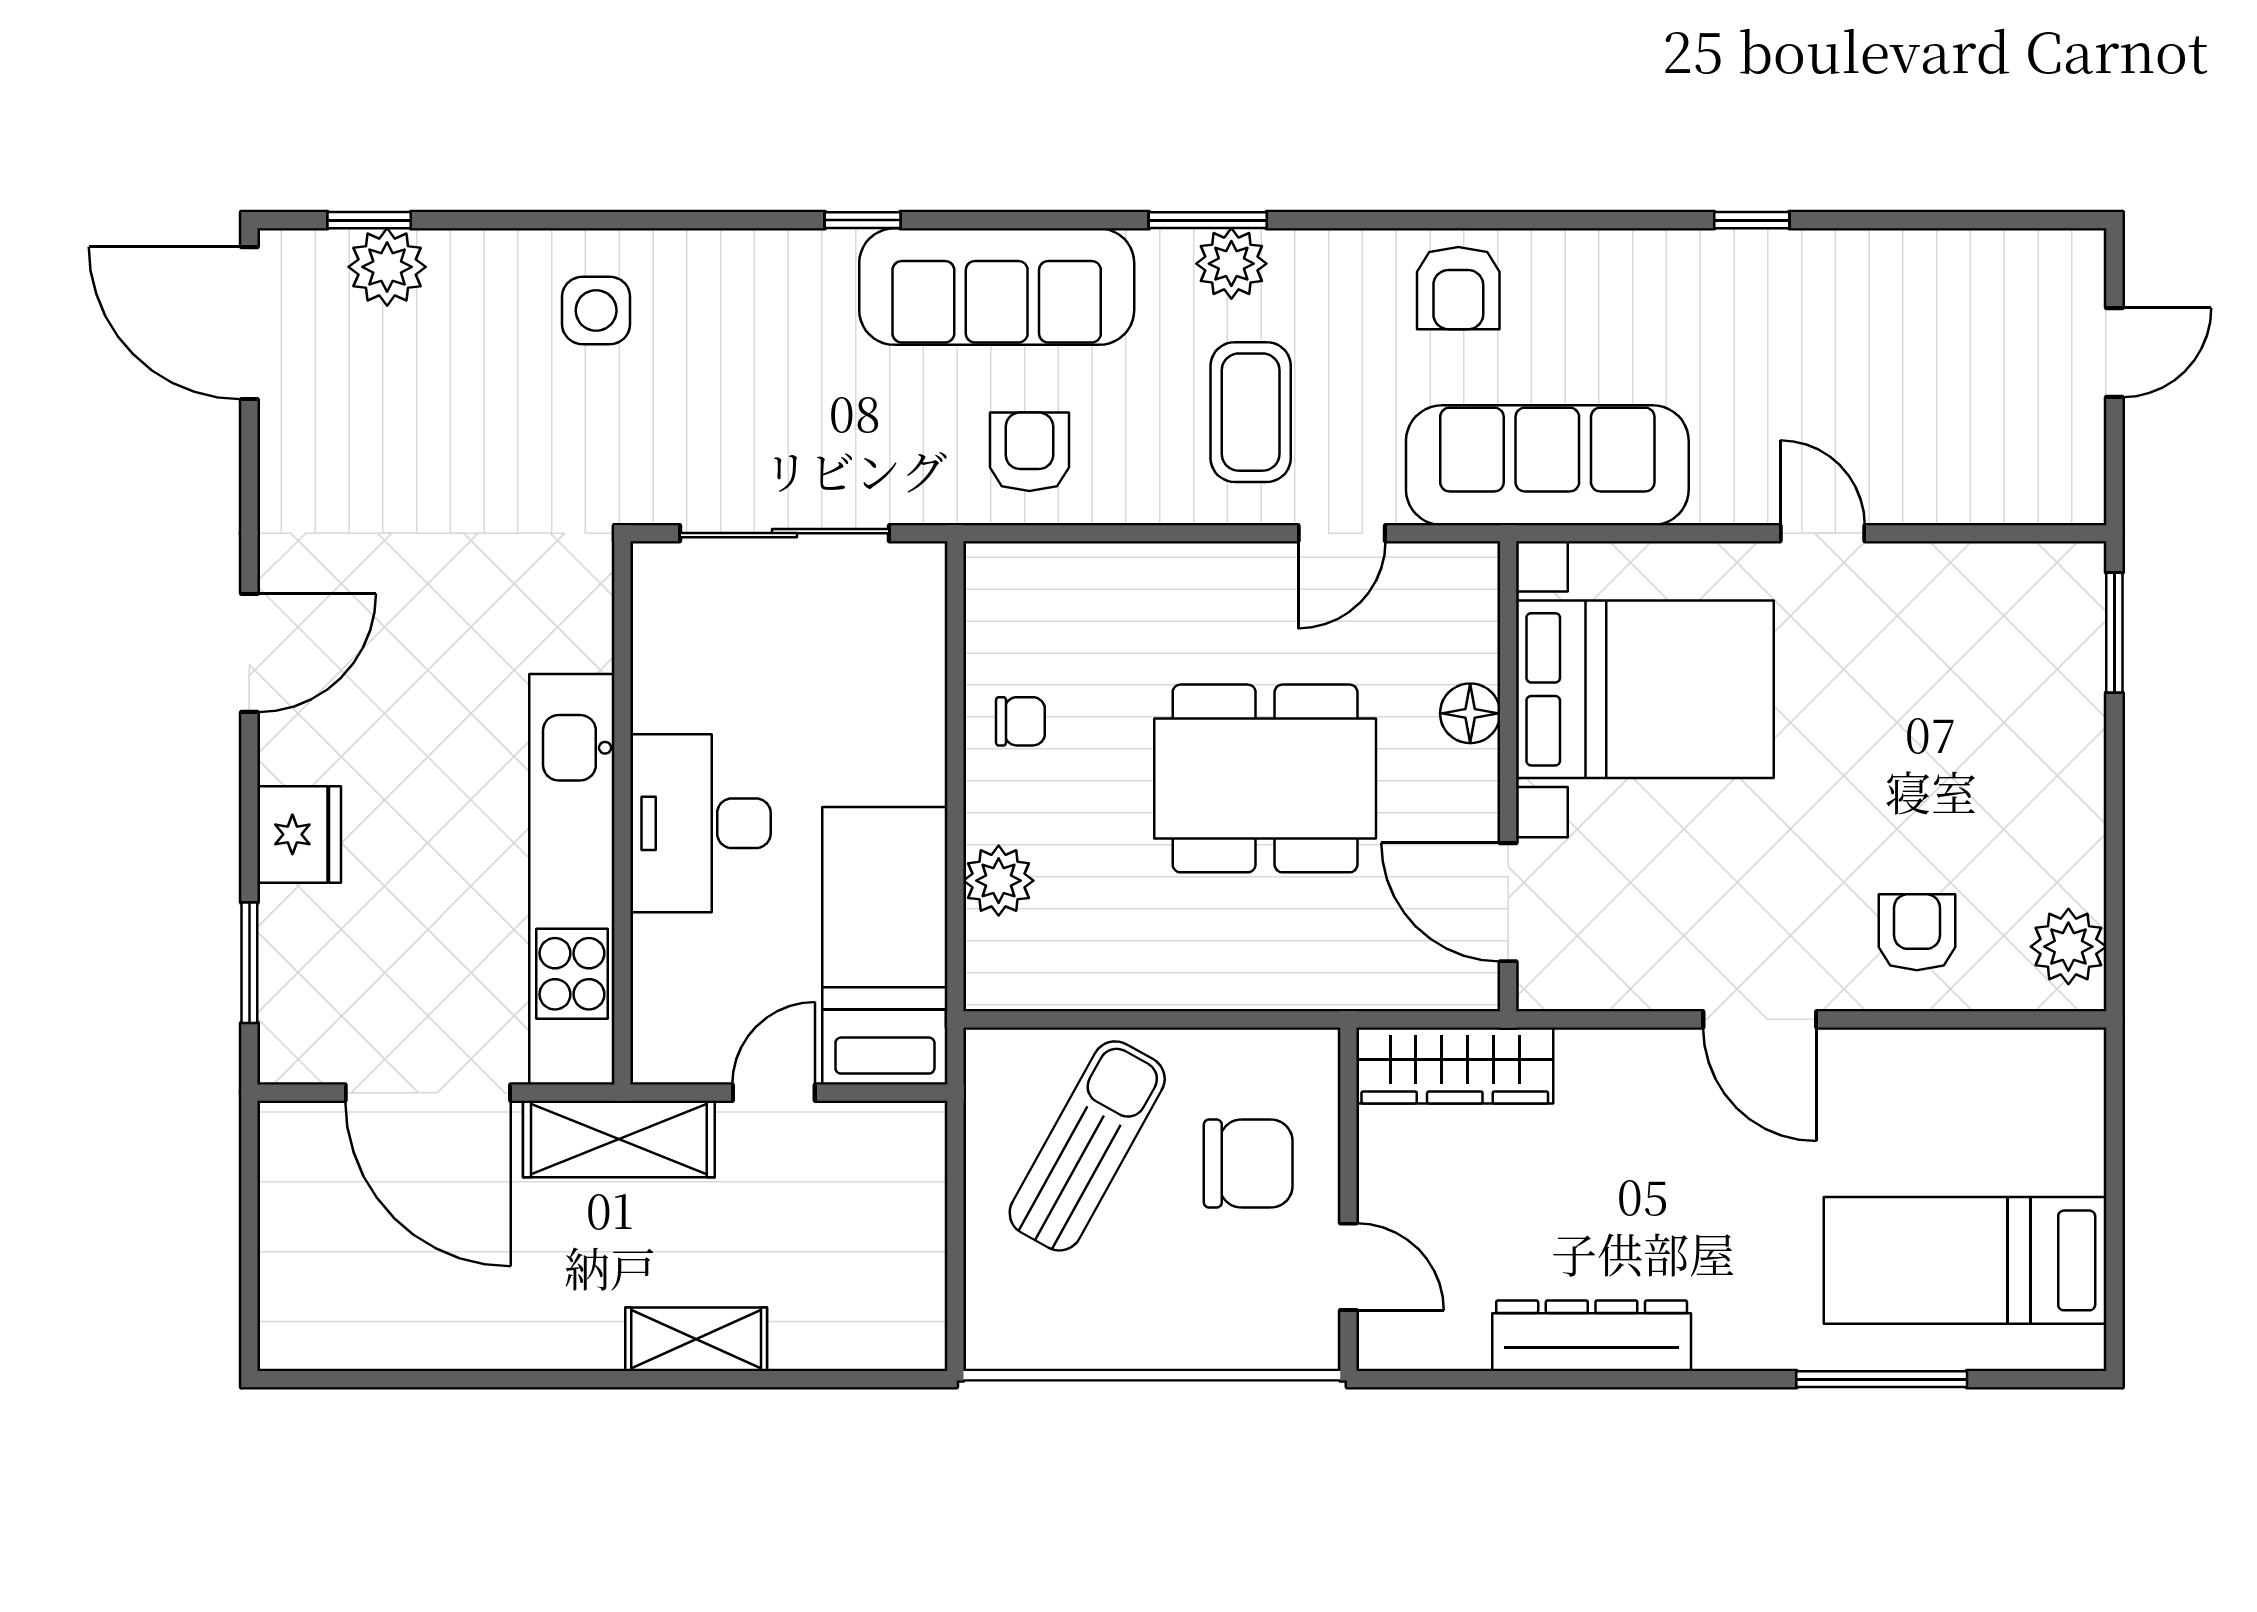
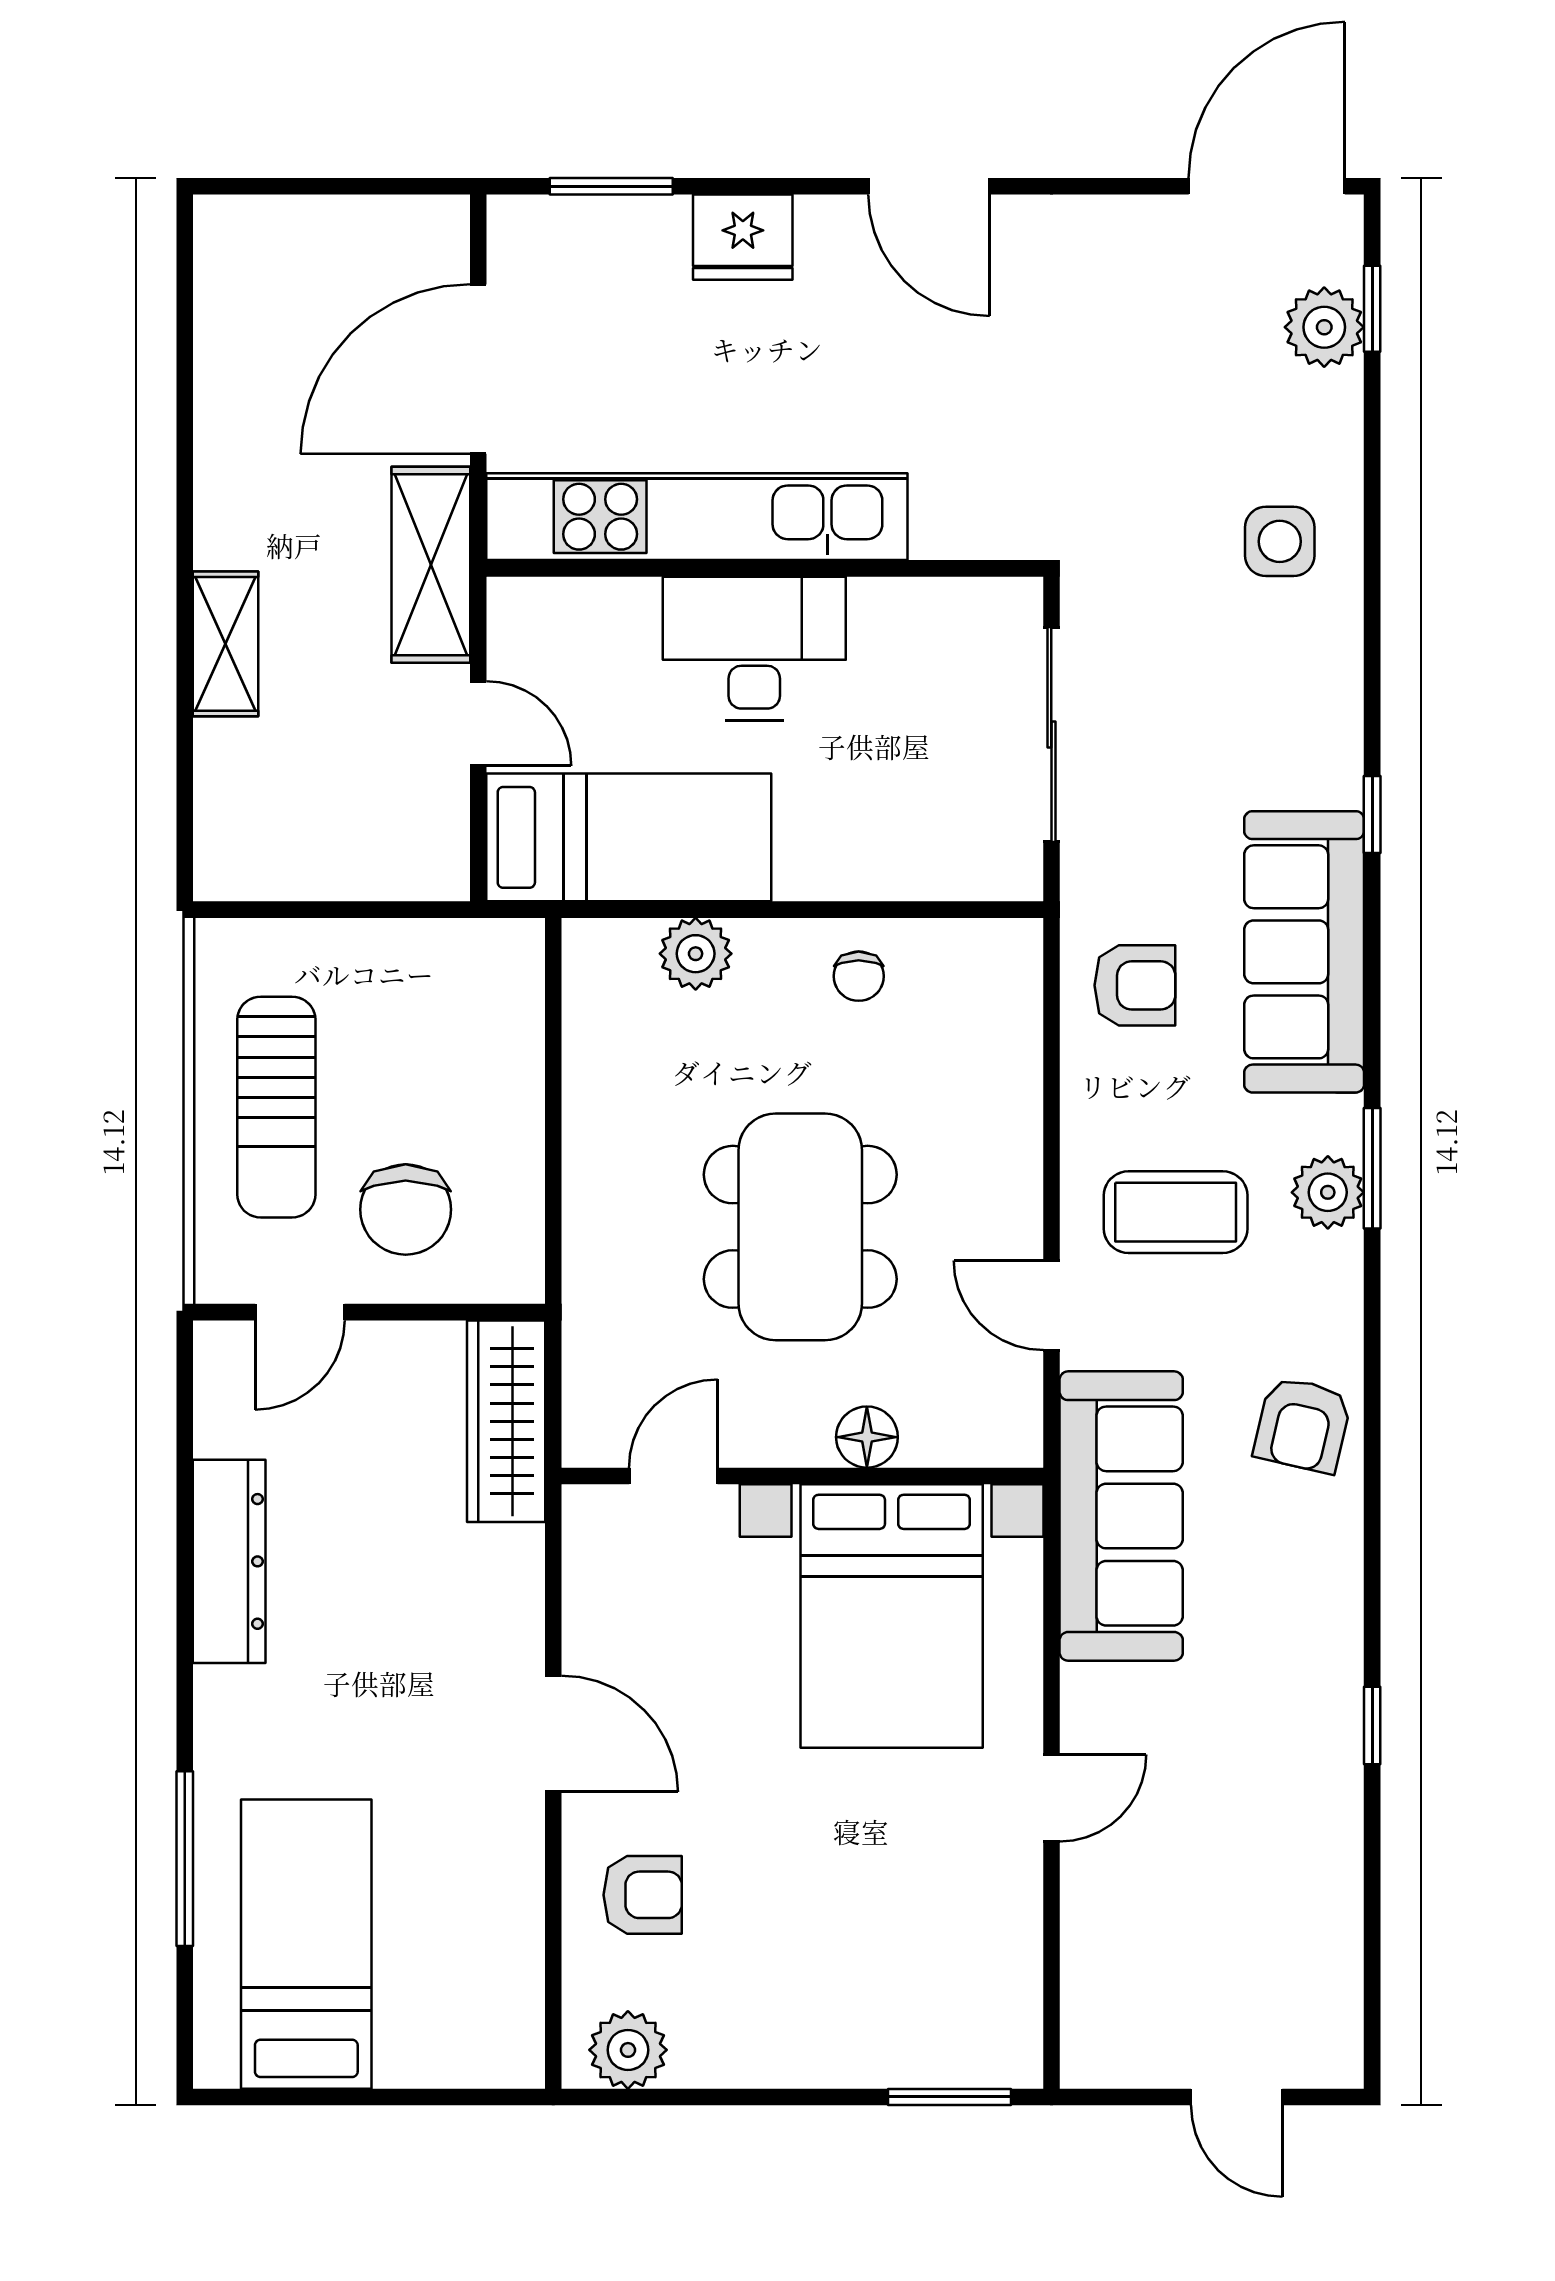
armchair: (1458, 288) -> (1303, 1425), turned -77
door: (1508, 902) -> (673, 1476), width x0.73
door: (1760, 1019) -> (553, 1734), swing flipped
sun lounger: (1087, 1146) -> (276, 1107), moved, turned 61

